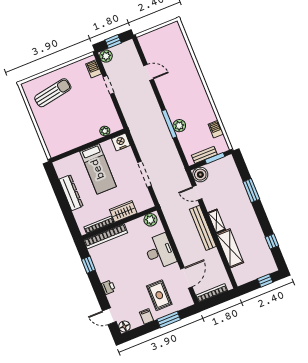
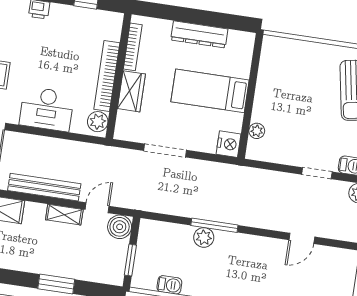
bench: (204, 155) -> (143, 248), removed
shelving: (217, 221) -> (64, 215), moved
bookcase: (106, 236) -> (107, 76), moved

